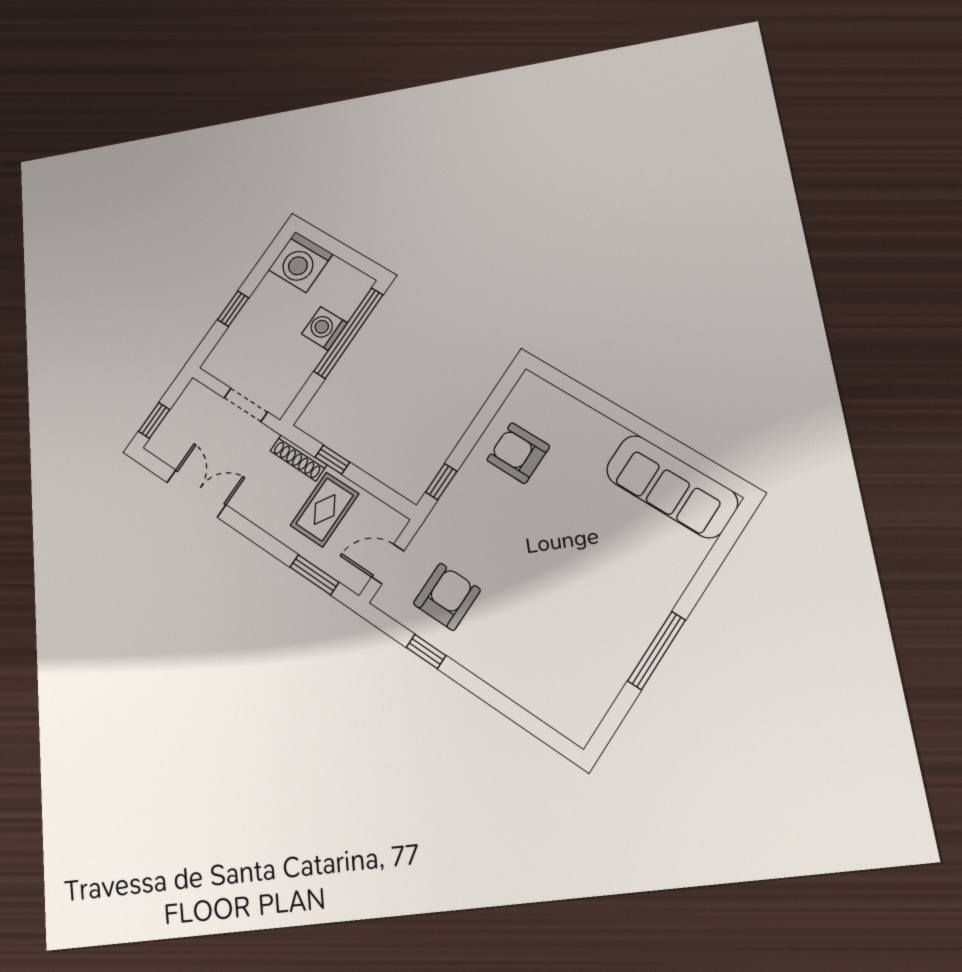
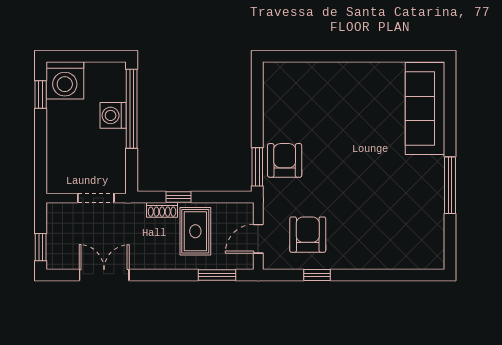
window: (233, 309) -> (41, 95), moved
armchair: (518, 453) -> (285, 160), moved, turned 90
shoe rack: (298, 458) -> (162, 210), width x0.70
window: (441, 482) -> (257, 167), width x1.50
sofa: (672, 486) -> (425, 109), moved, turned 90

